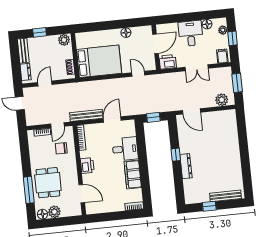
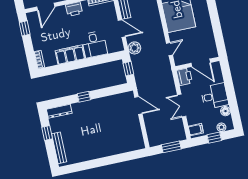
floor lamp: (126, 33) -> (208, 33), removed
plant: (222, 100) -> (134, 48), moved
door: (192, 111) -> (138, 105), swing flipped
window: (176, 155) -> (84, 97), moved
dresser: (186, 166) -> (59, 111), moved
window: (101, 217) -> (25, 28), added

